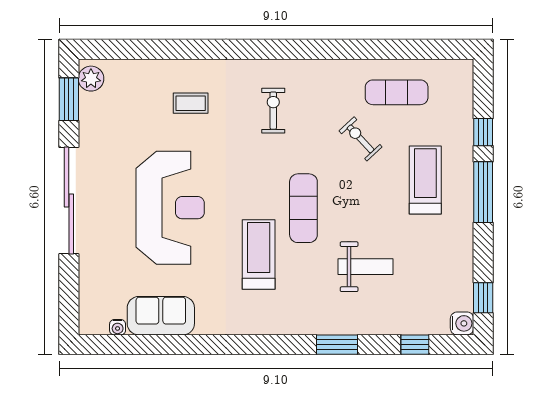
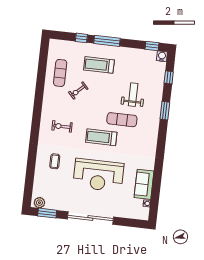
reception desk: (170, 208) -> (98, 175), turned 180
exercise mat: (303, 208) -> (122, 120), moved
treadmill: (259, 254) -> (101, 137), moved

